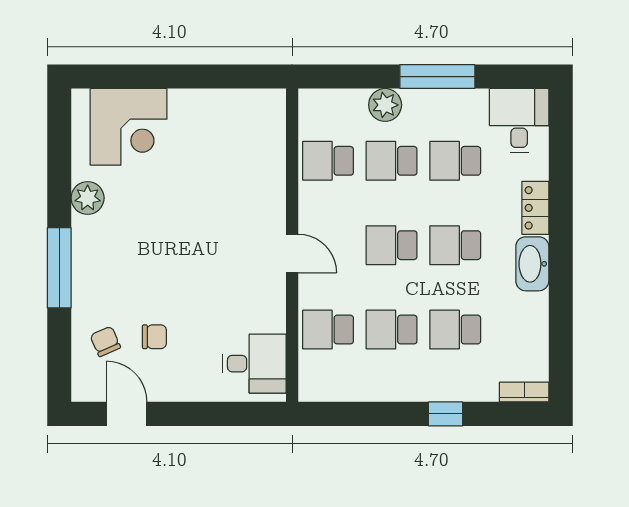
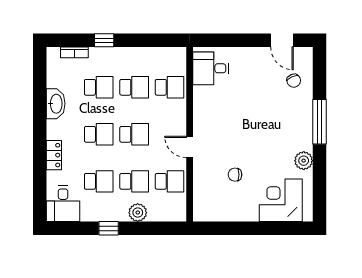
window: (437, 77) -> (109, 228), width x0.46
door: (292, 254) -> (190, 147), moved
washbasin: (532, 264) -> (56, 104), moved
chair: (154, 337) -> (235, 175), moved
bookcase: (524, 392) -> (74, 52), moved

